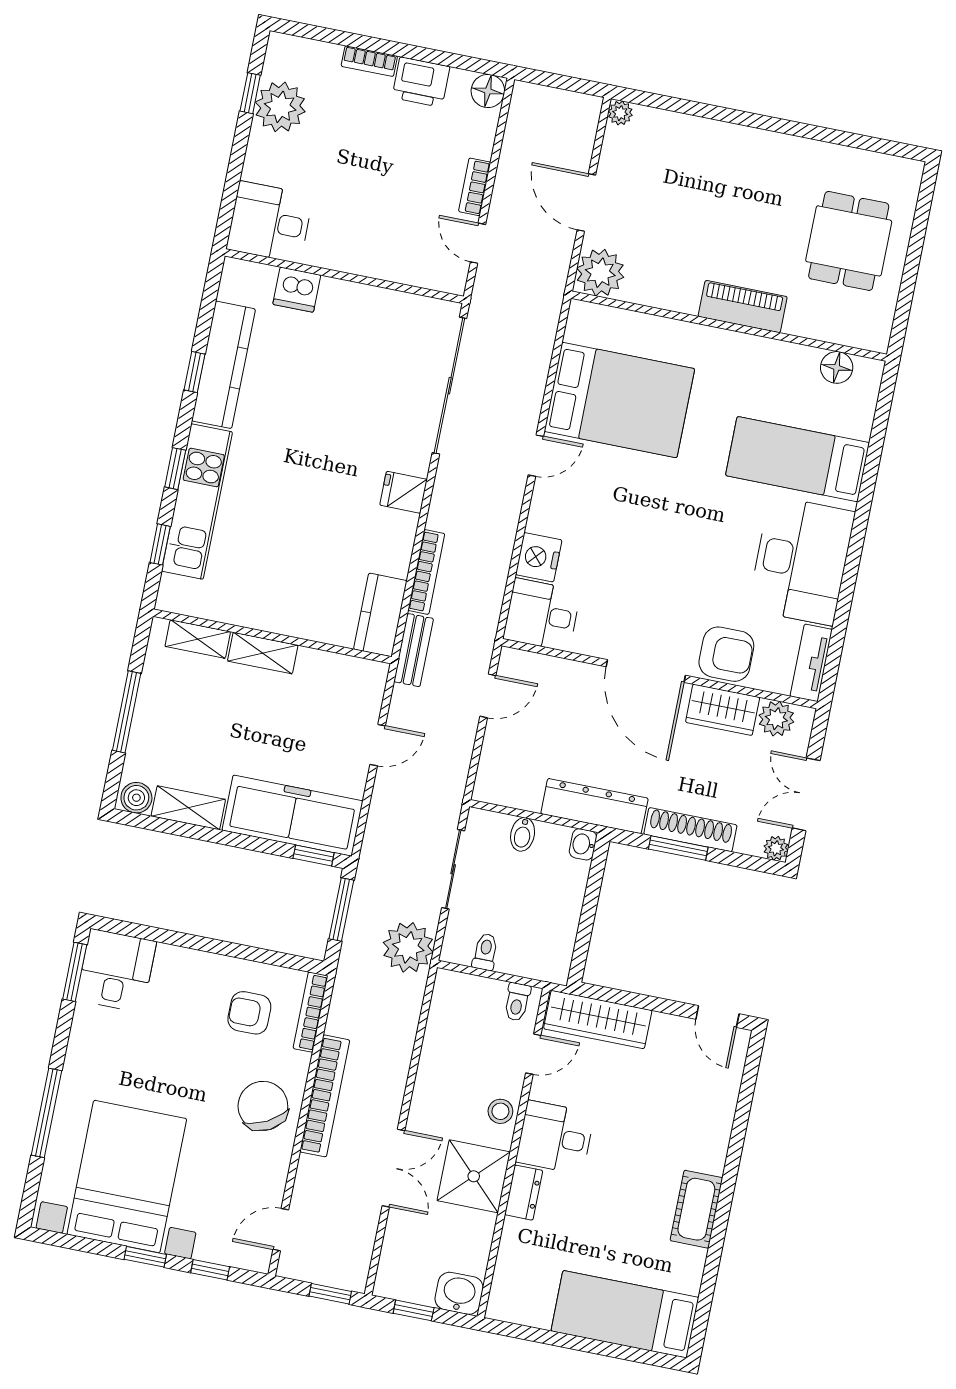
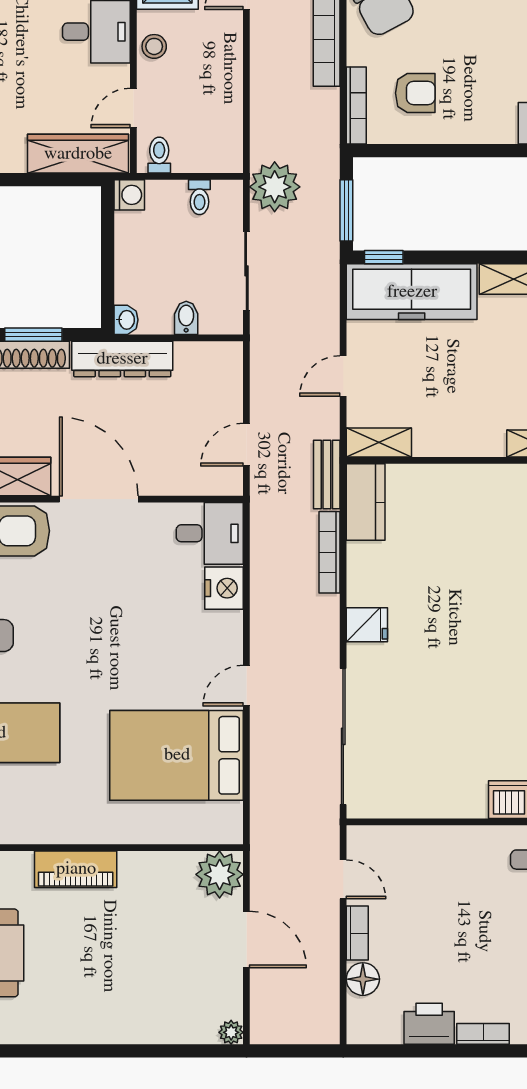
floor lamp: (488, 91) -> (363, 979), moved
shelving: (263, 653) -> (379, 443), moved
washing machine: (555, 968) -> (129, 195), added

